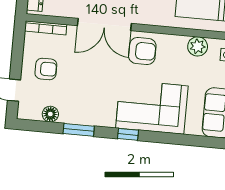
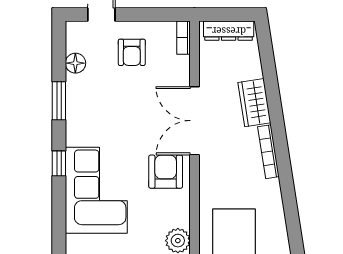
bookcase: (46, 28) -> (184, 38), width x0.64
armchair: (142, 51) -> (166, 172), turned 180

